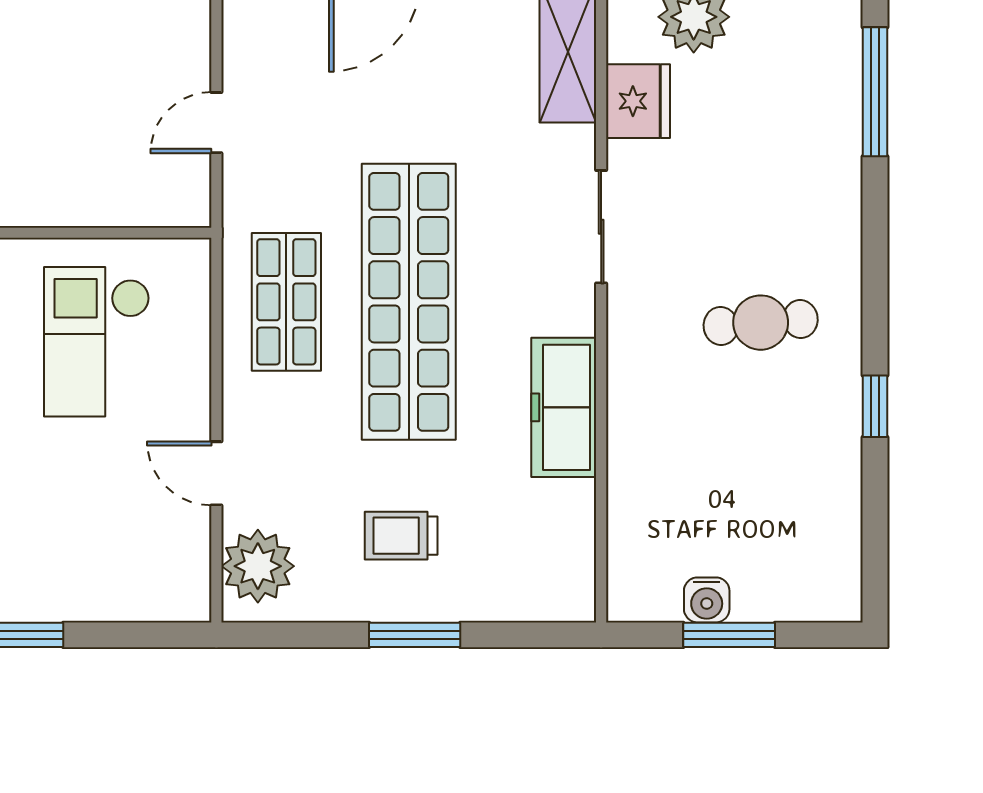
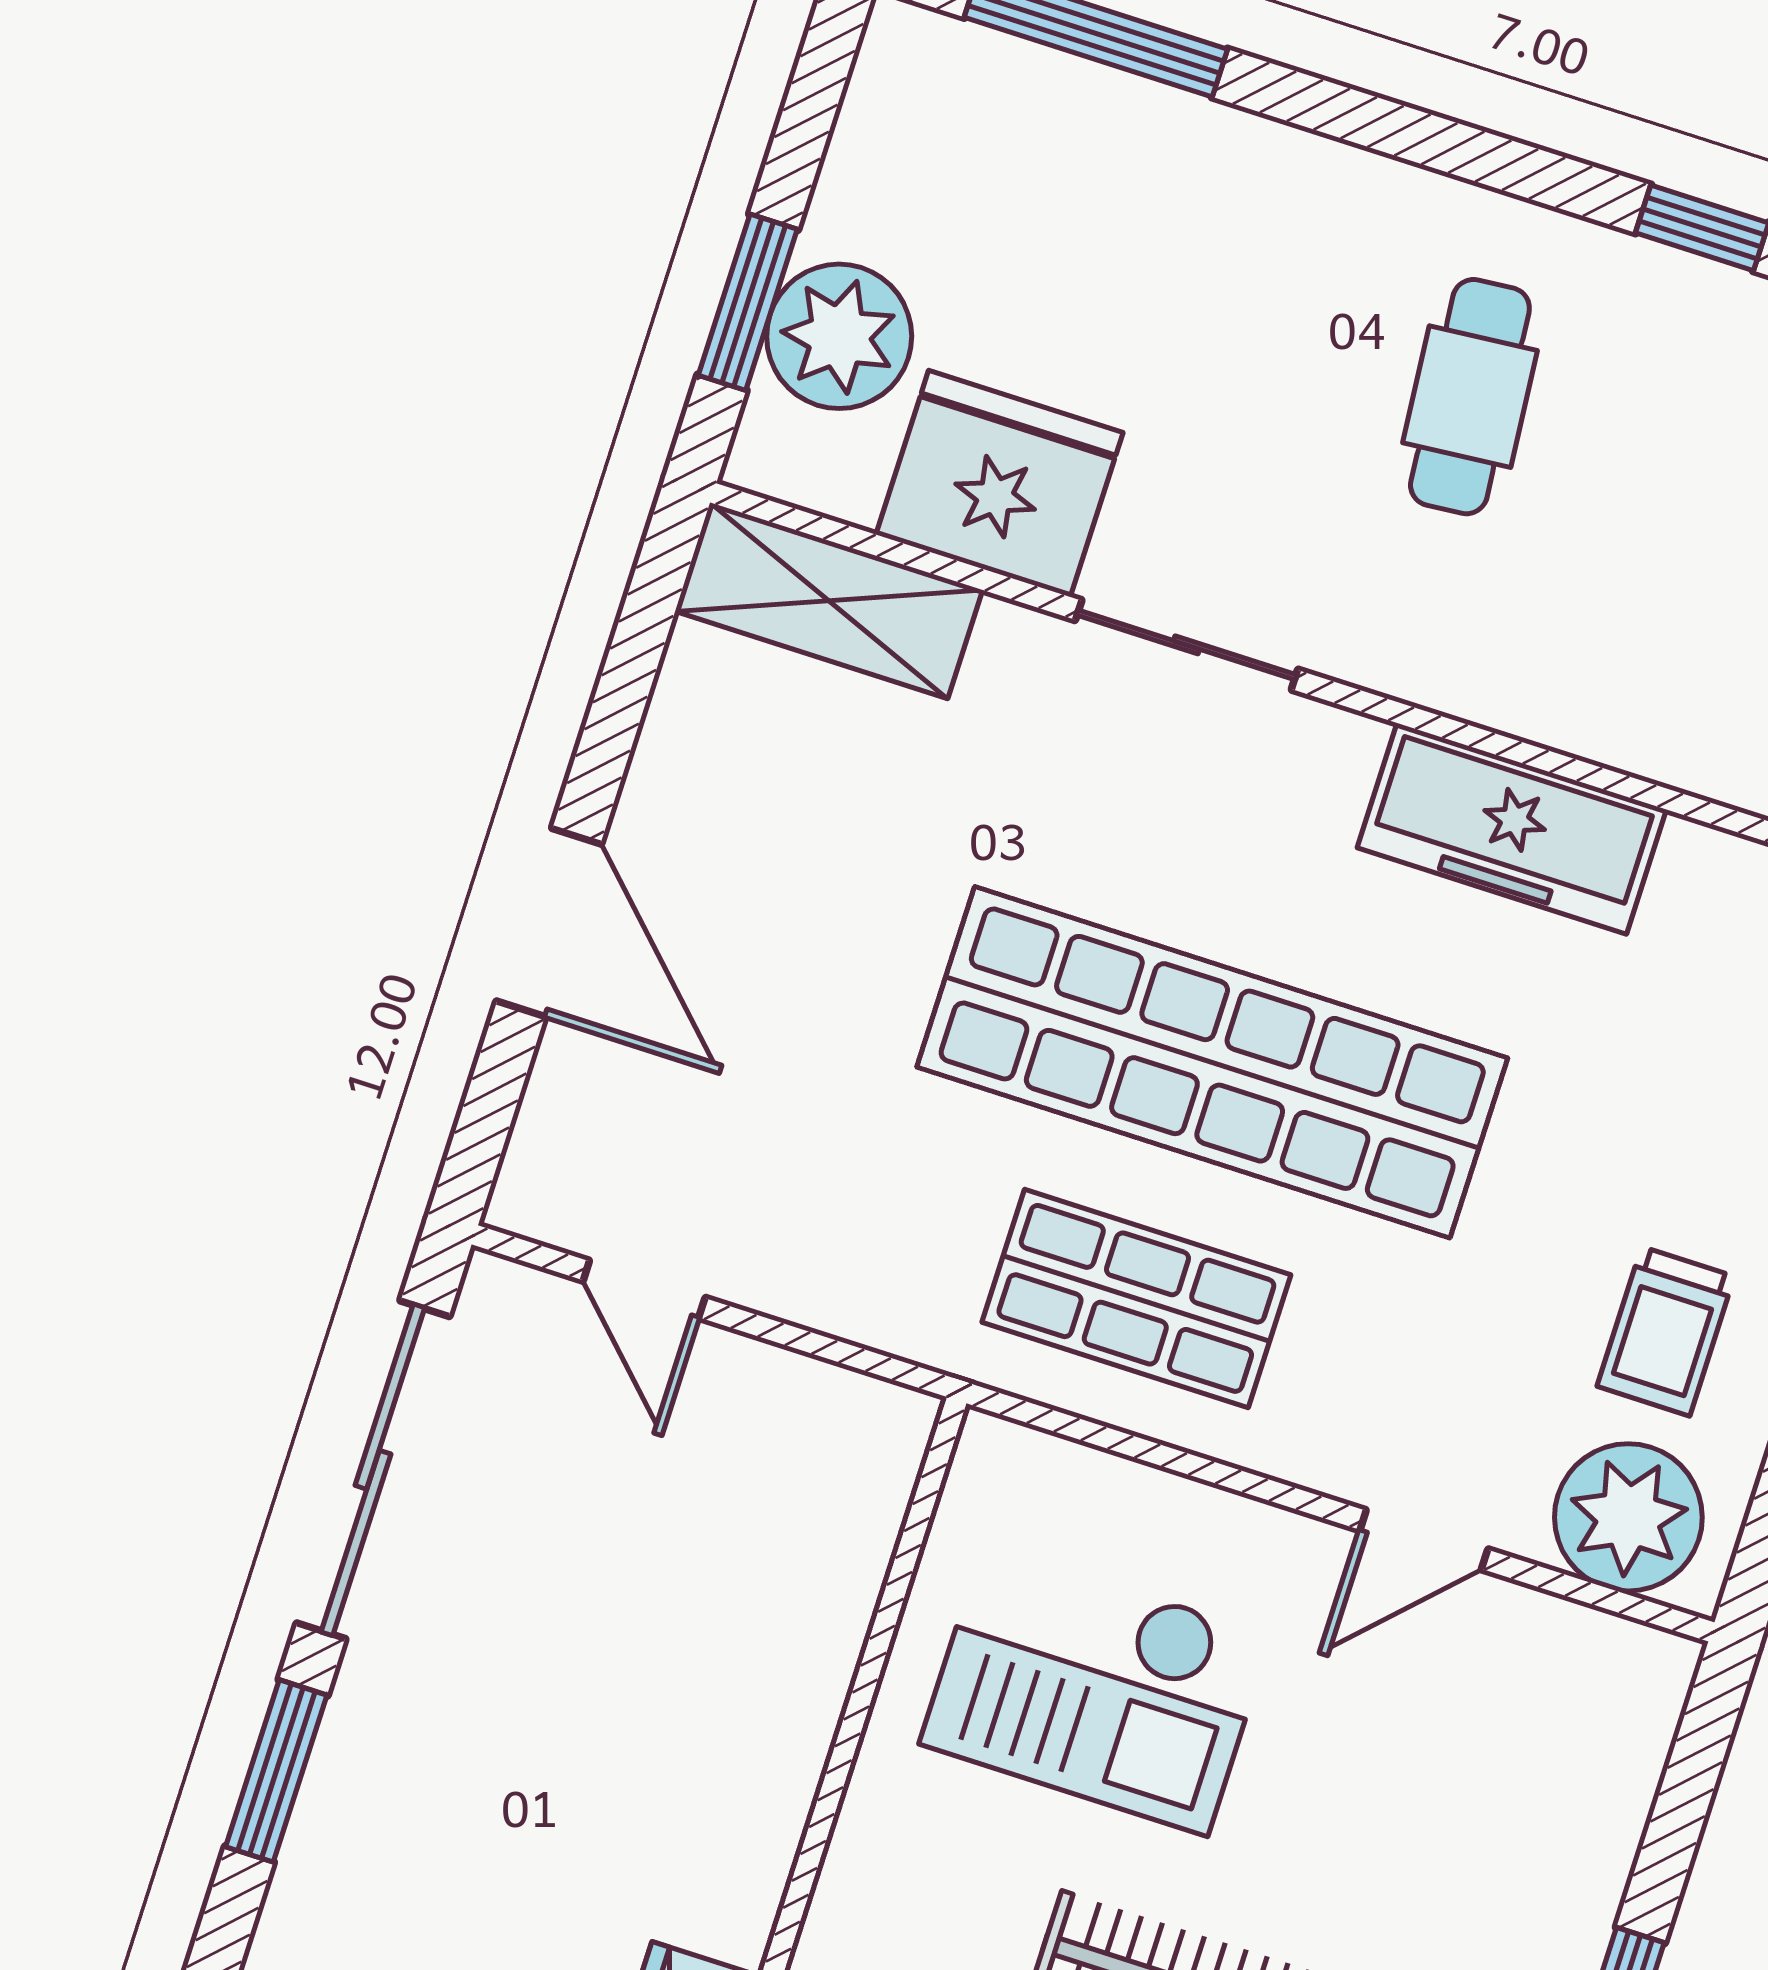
fridge: (638, 101) -> (999, 484), width x1.36, depth x1.34
door: (216, 123) -> (644, 1289), moved
trolley: (401, 536) -> (1666, 1331), moved

